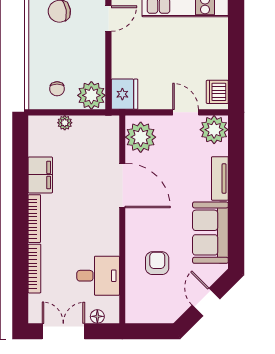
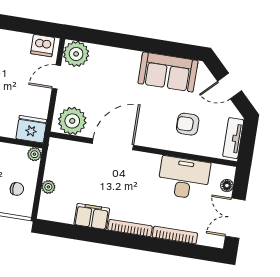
plant: (91, 95) -> (34, 154), width x0.53, depth x0.53
tv unit: (220, 178) -> (233, 138), moved, turned 90
desk: (98, 276) -> (184, 178), width x1.37

